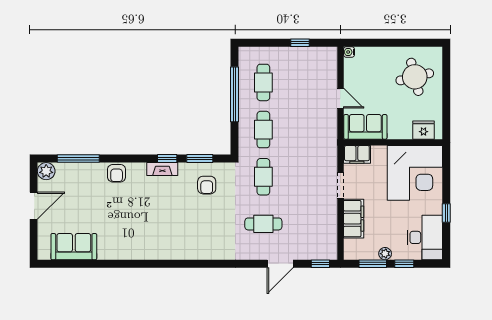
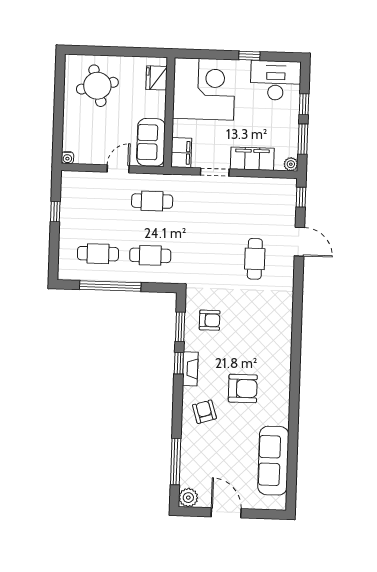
armchair: (117, 173) -> (204, 412), moved, turned -107
cafe table: (263, 177) -> (152, 201), moved
armchair: (146, 217) -> (243, 388), added
sofa: (74, 247) -> (273, 461), width x1.36
plant: (385, 254) -> (291, 164), moved

